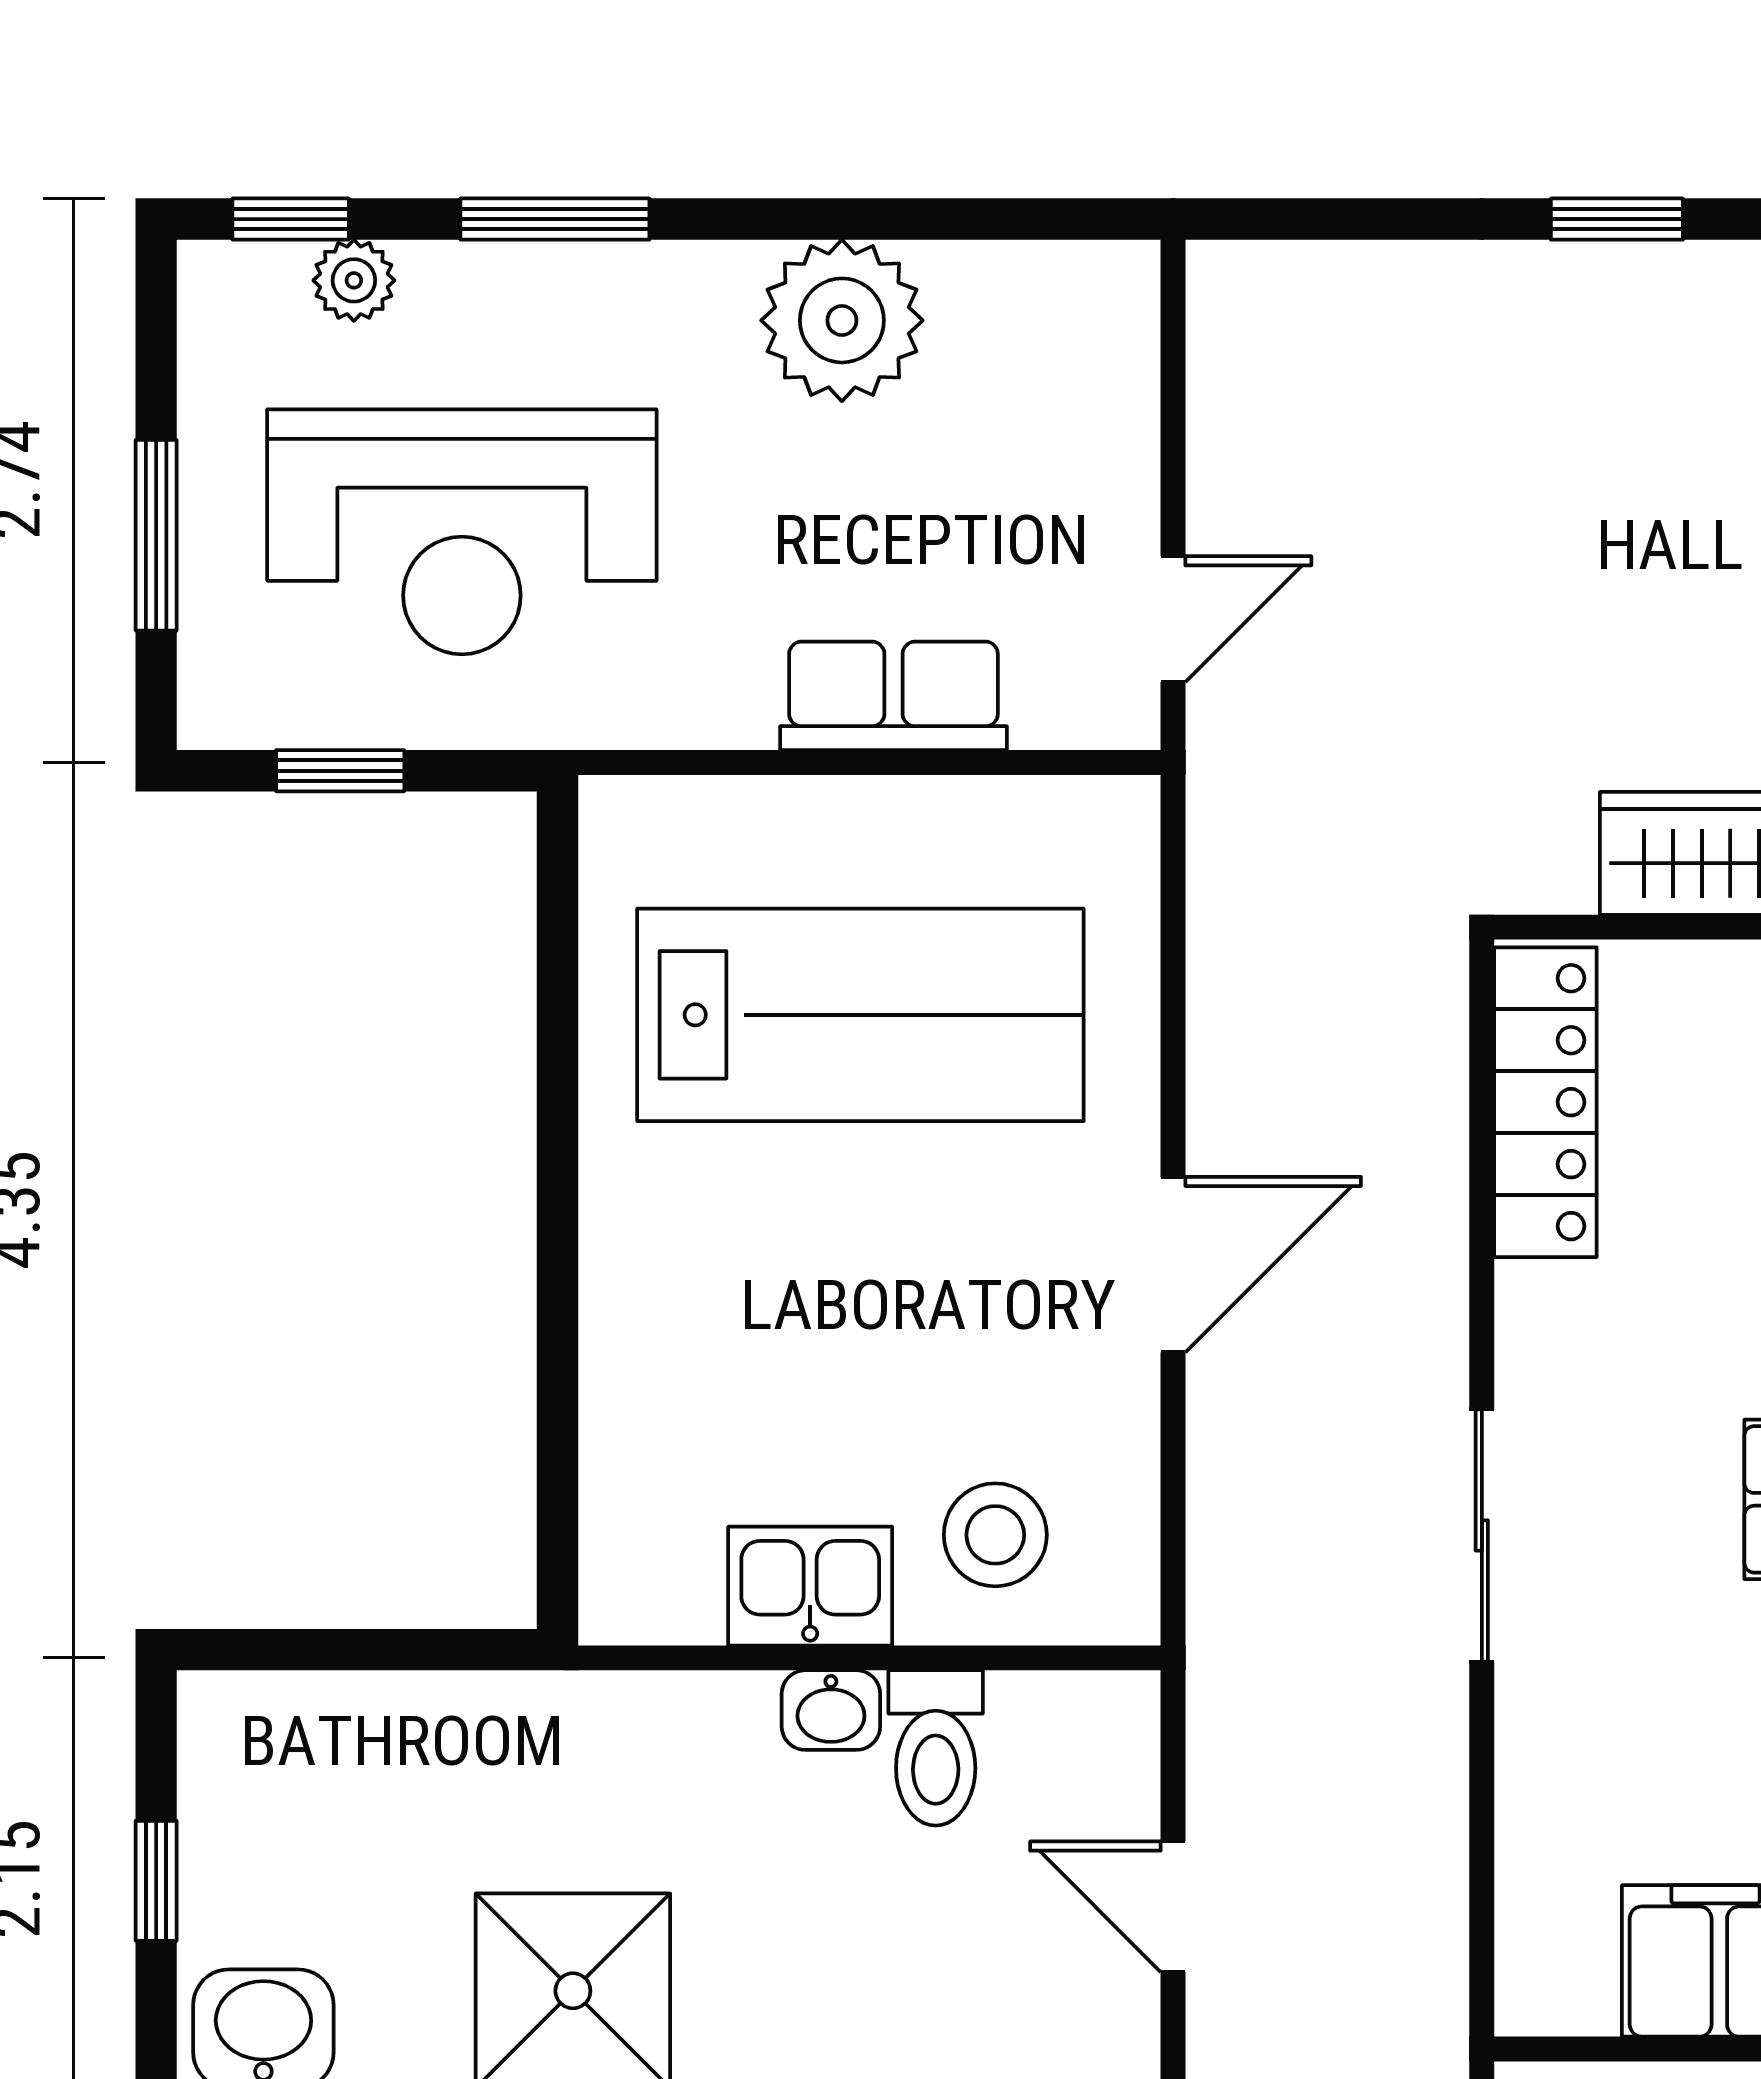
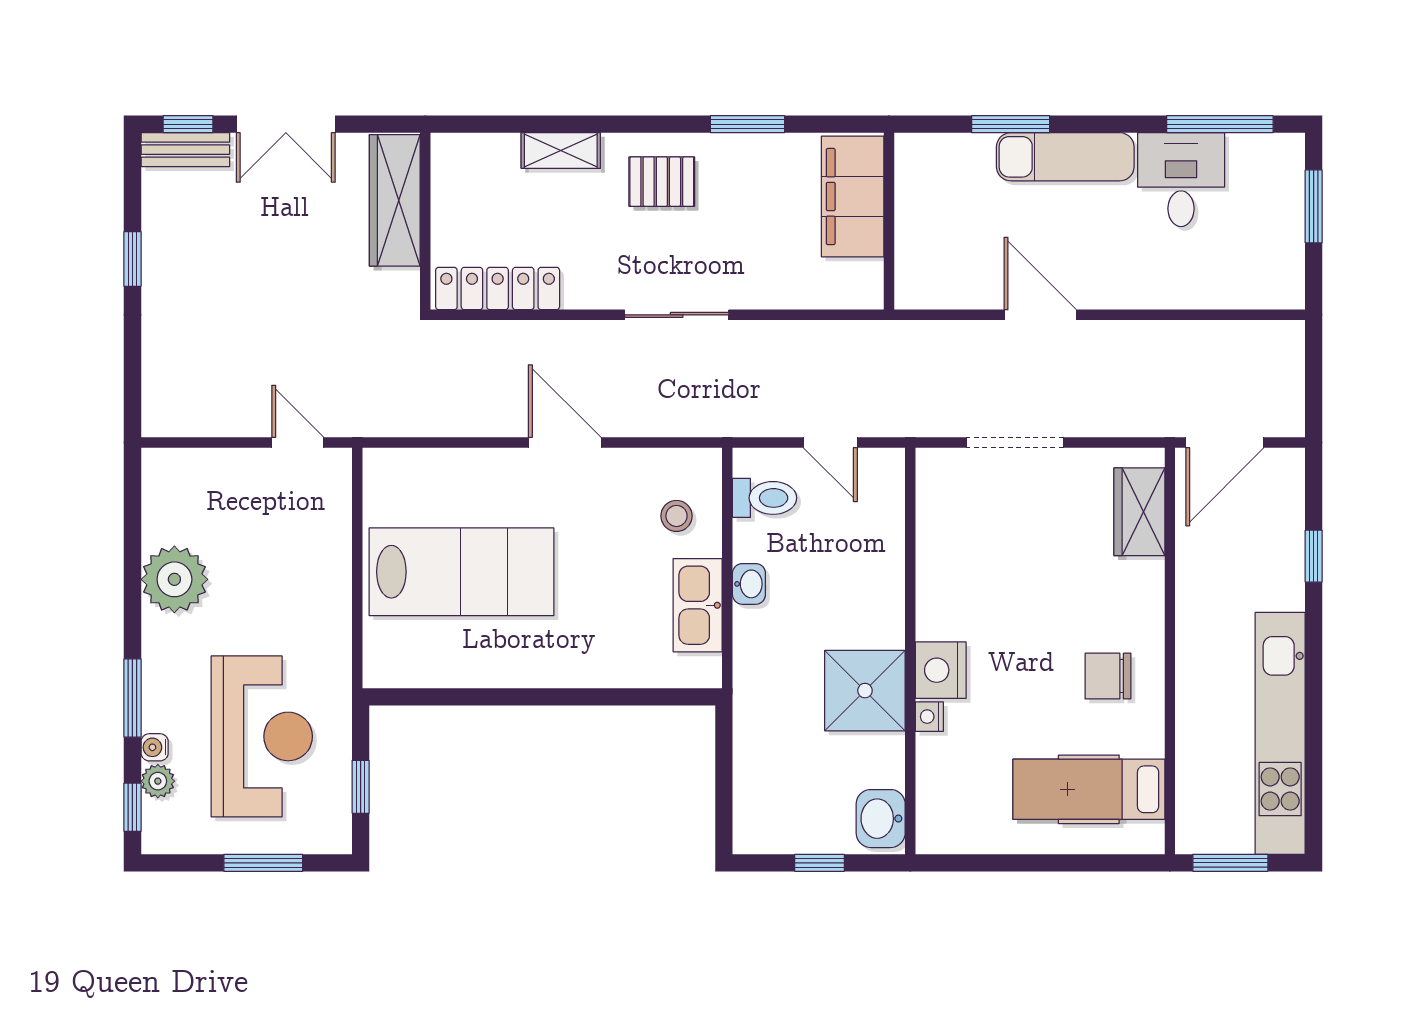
water cooler: (436, 272) -> (155, 747), added
row of seats: (893, 696) -> (330, 558), removed
lab bench: (860, 1015) -> (461, 572), turned 90
stool: (995, 1535) -> (676, 516), width x0.73, depth x0.73
kitchen sink: (810, 1586) -> (698, 605), width x1.38
toilet: (936, 1748) -> (765, 498), moved
door: (1173, 1907) -> (830, 442), hinge flipped

